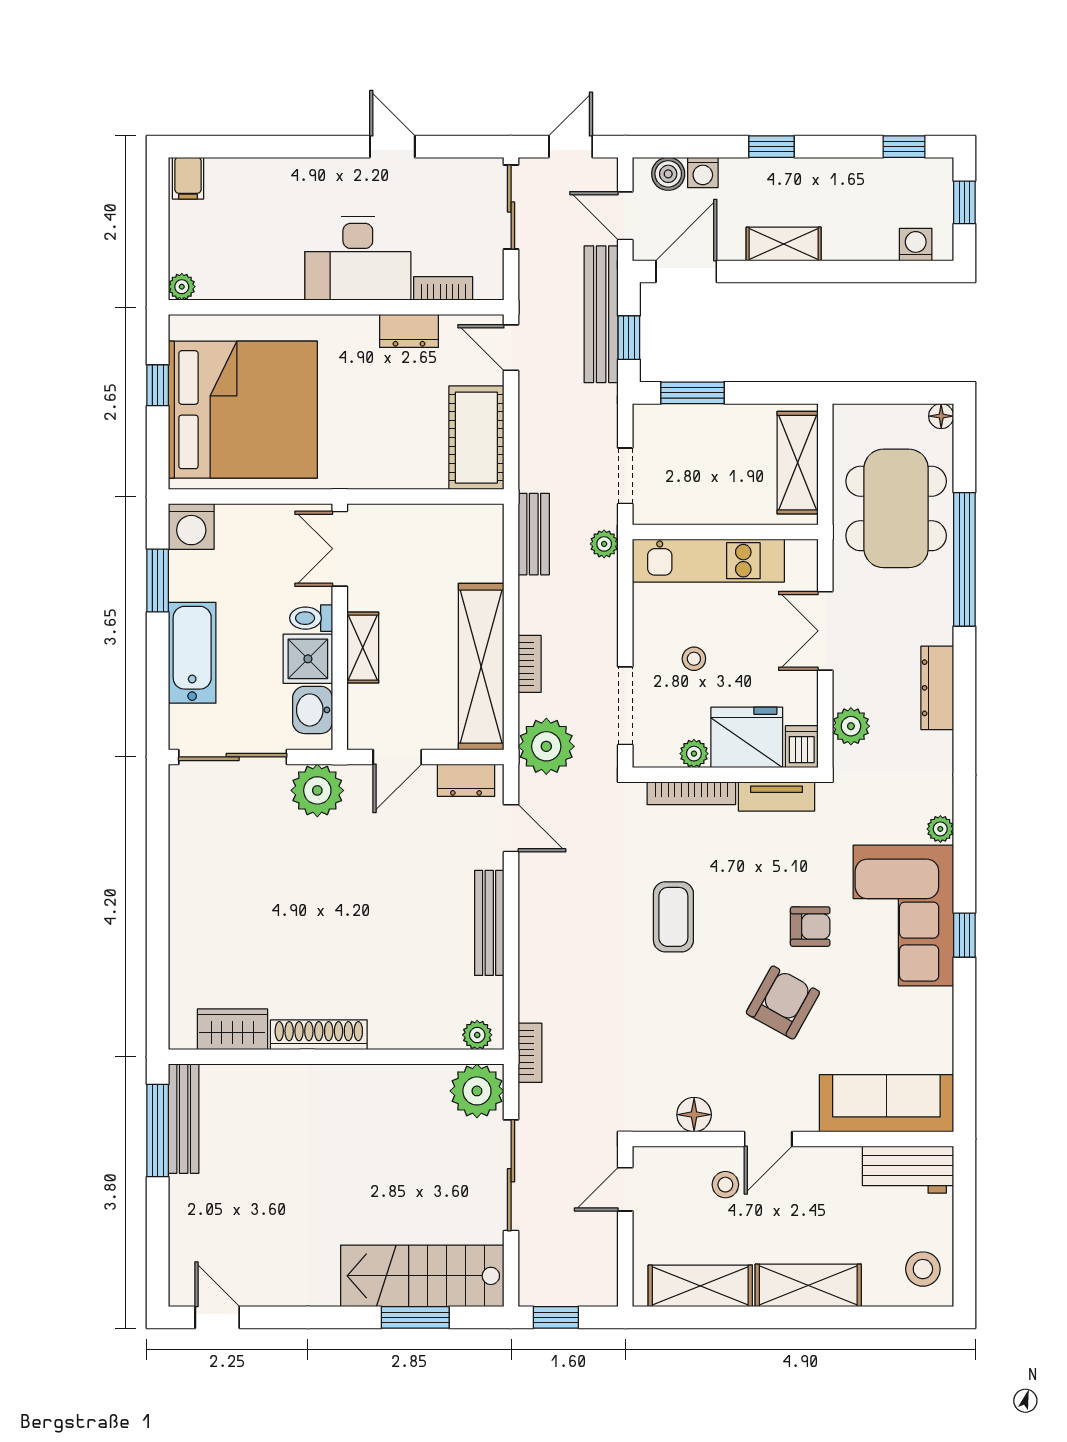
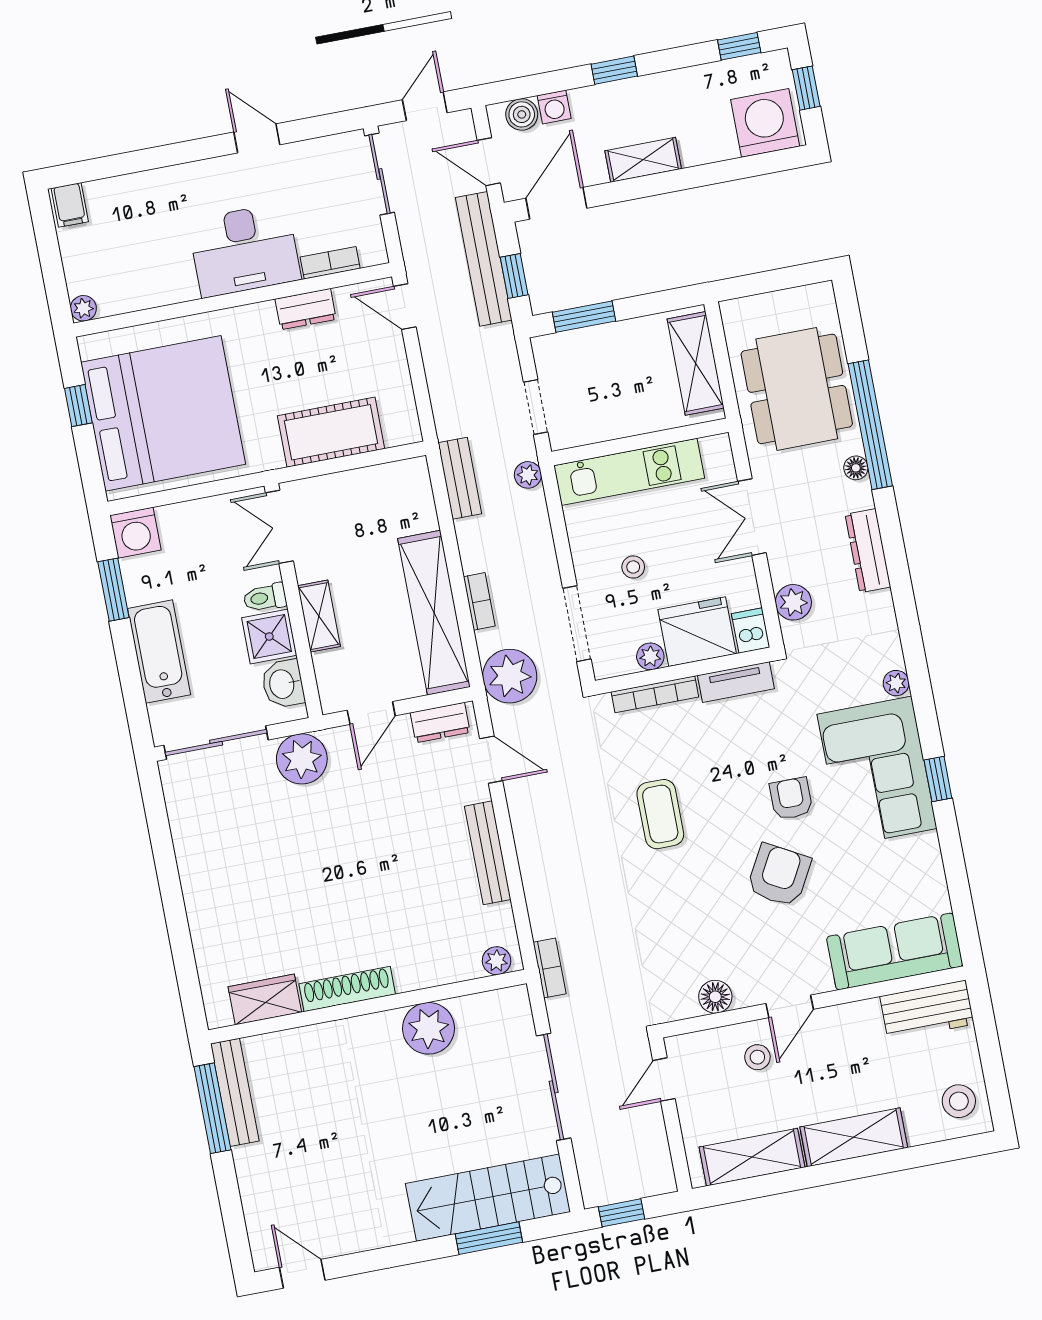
washing machine: (916, 245) -> (765, 123), width x1.89, depth x1.89
floor lamp: (941, 416) -> (856, 468), moved
cot: (476, 438) -> (331, 432), moved, turned 90
armchair: (810, 927) -> (791, 799), turned -90
plant: (477, 1091) -> (429, 1028), moved

